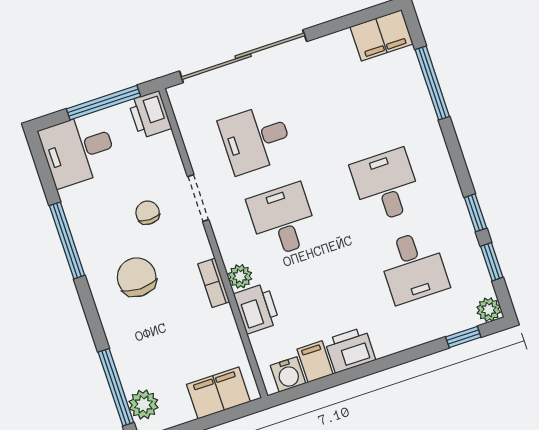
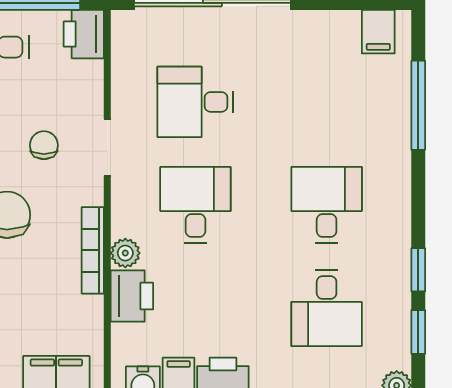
filing cabinet: (381, 35) -> (378, 32), width x0.50
bookcase: (214, 283) -> (93, 250), width x1.56

